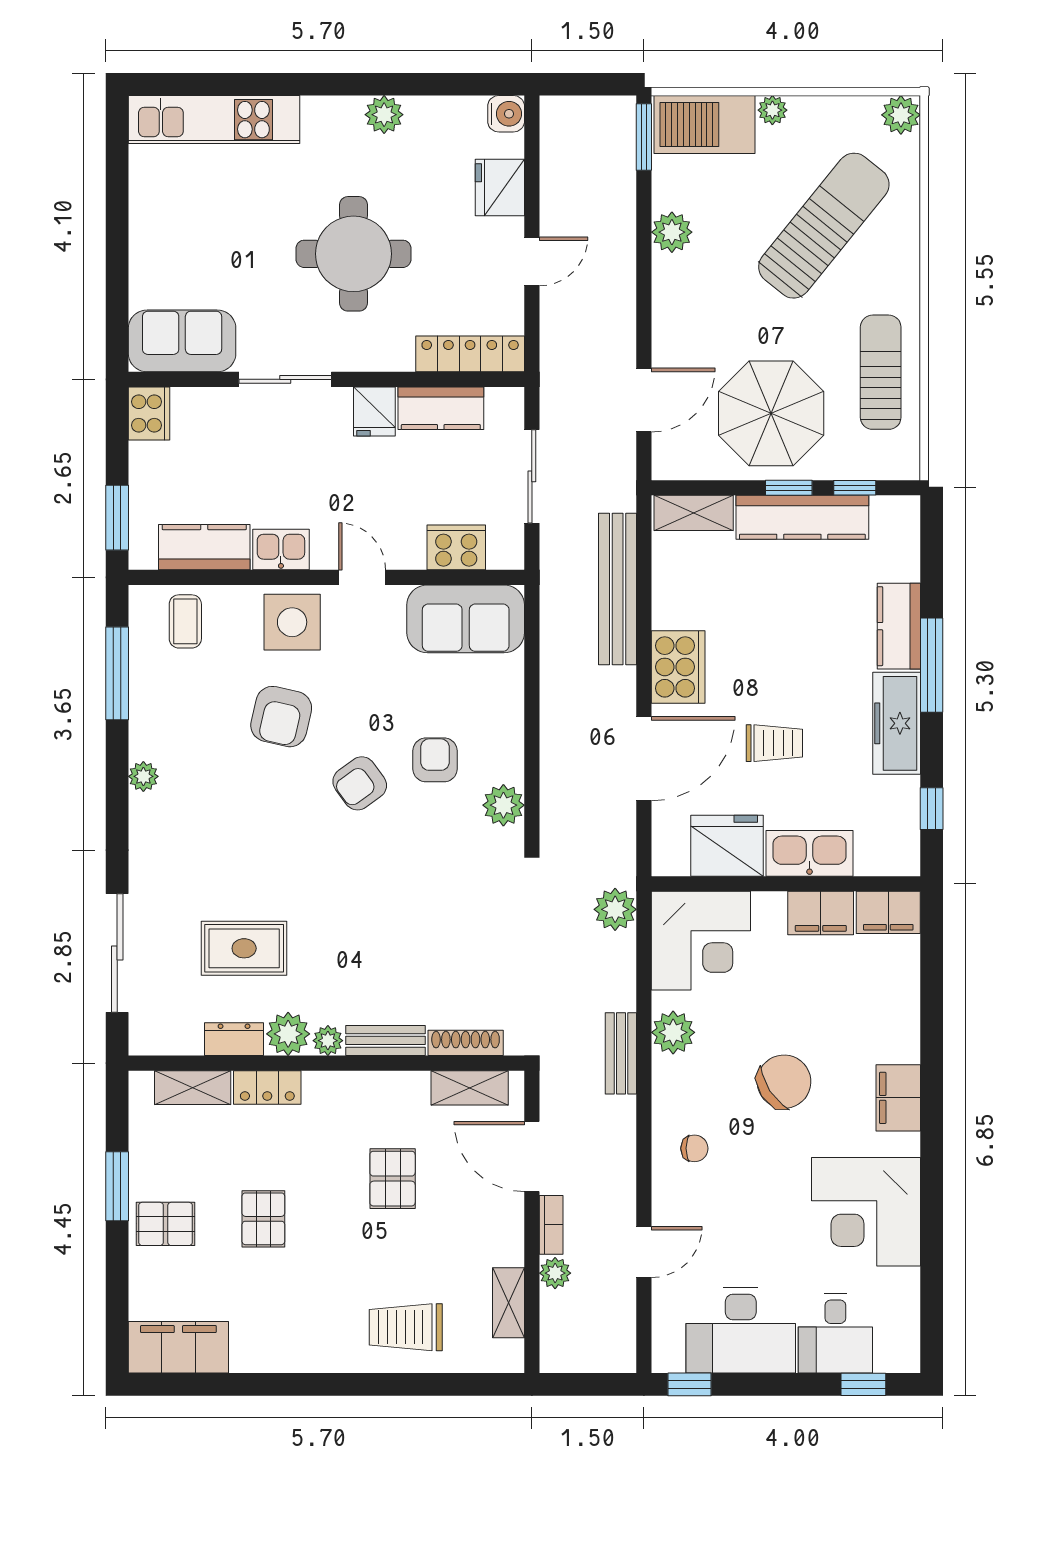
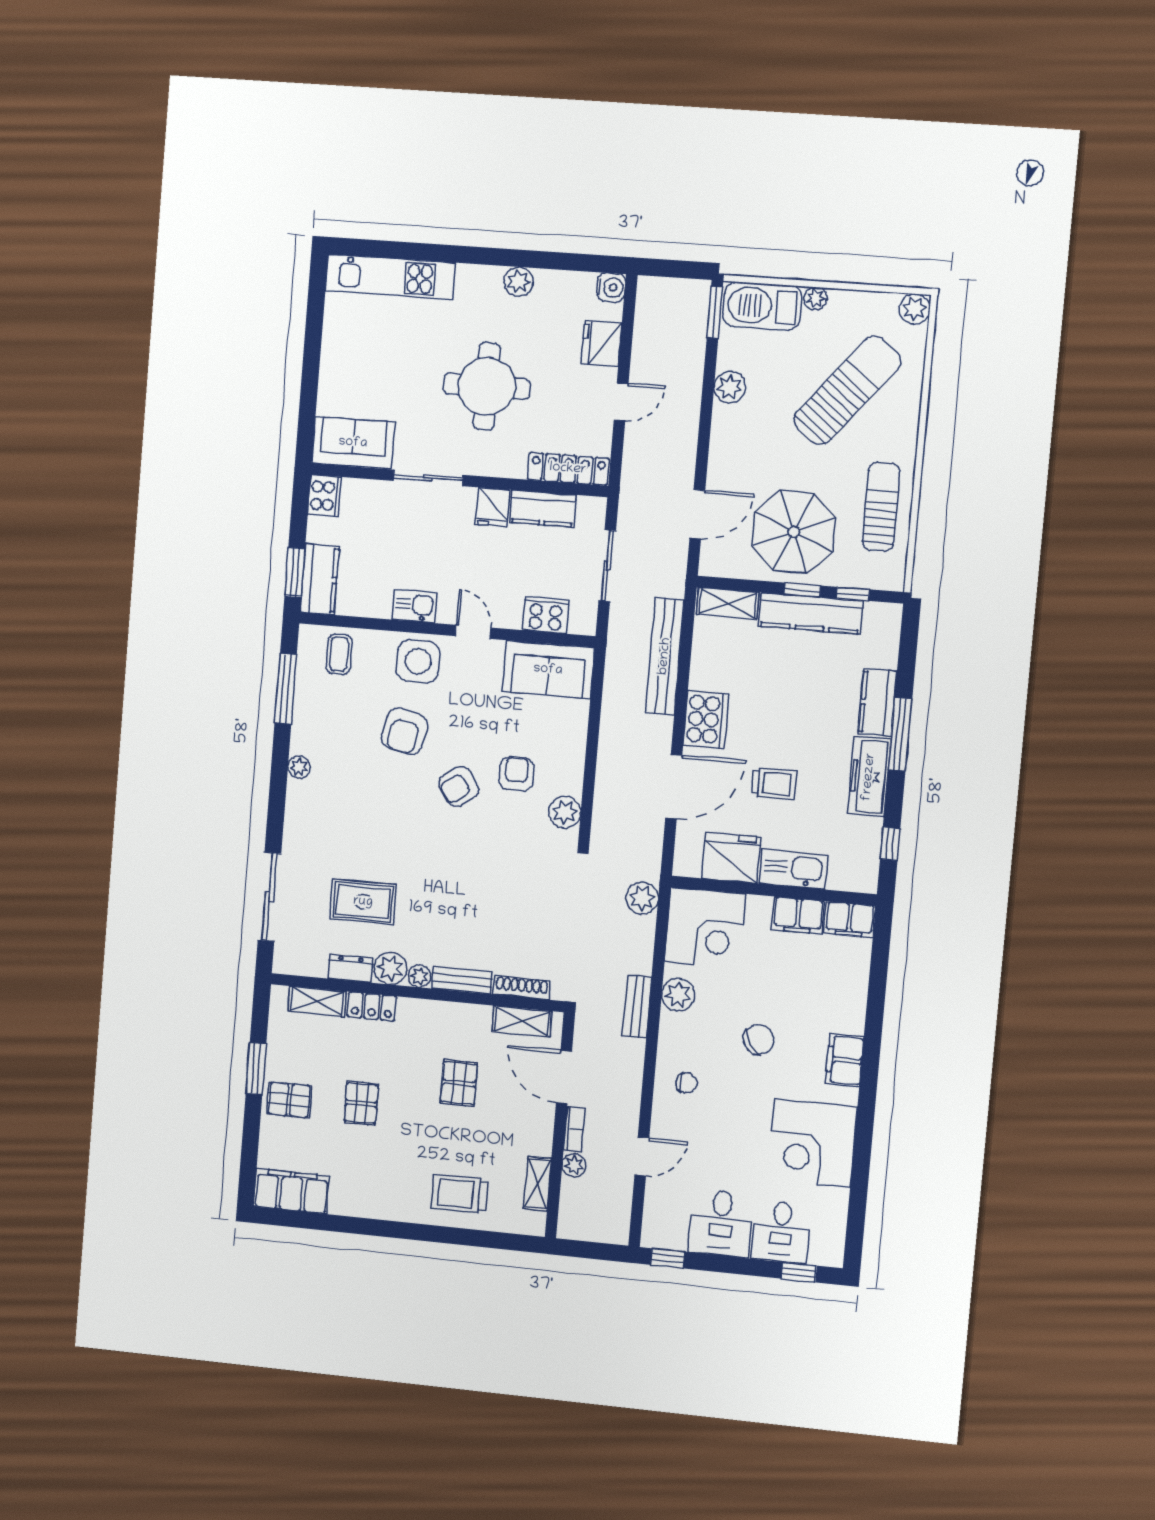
kitchen counter: (204, 547) -> (320, 579), moved, turned 90
chair: (784, 1082) -> (759, 1040), width x0.73, depth x0.73
desk: (741, 1330) -> (721, 1223), width x0.73

